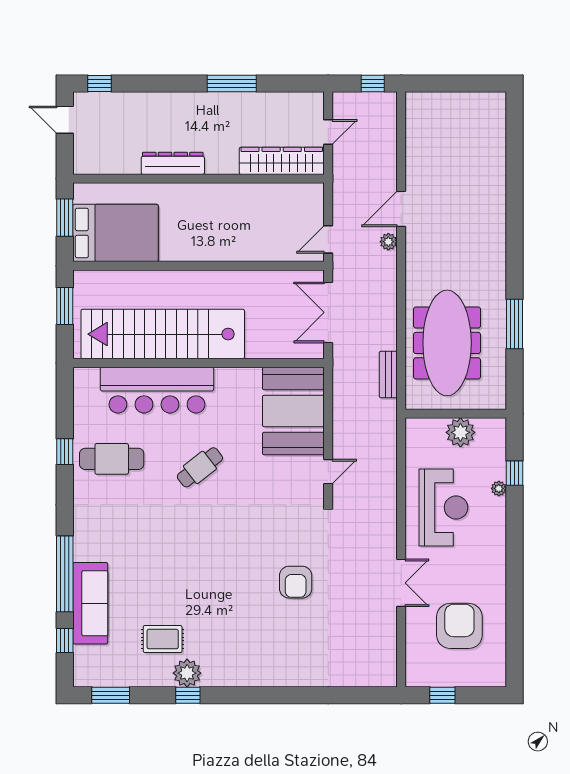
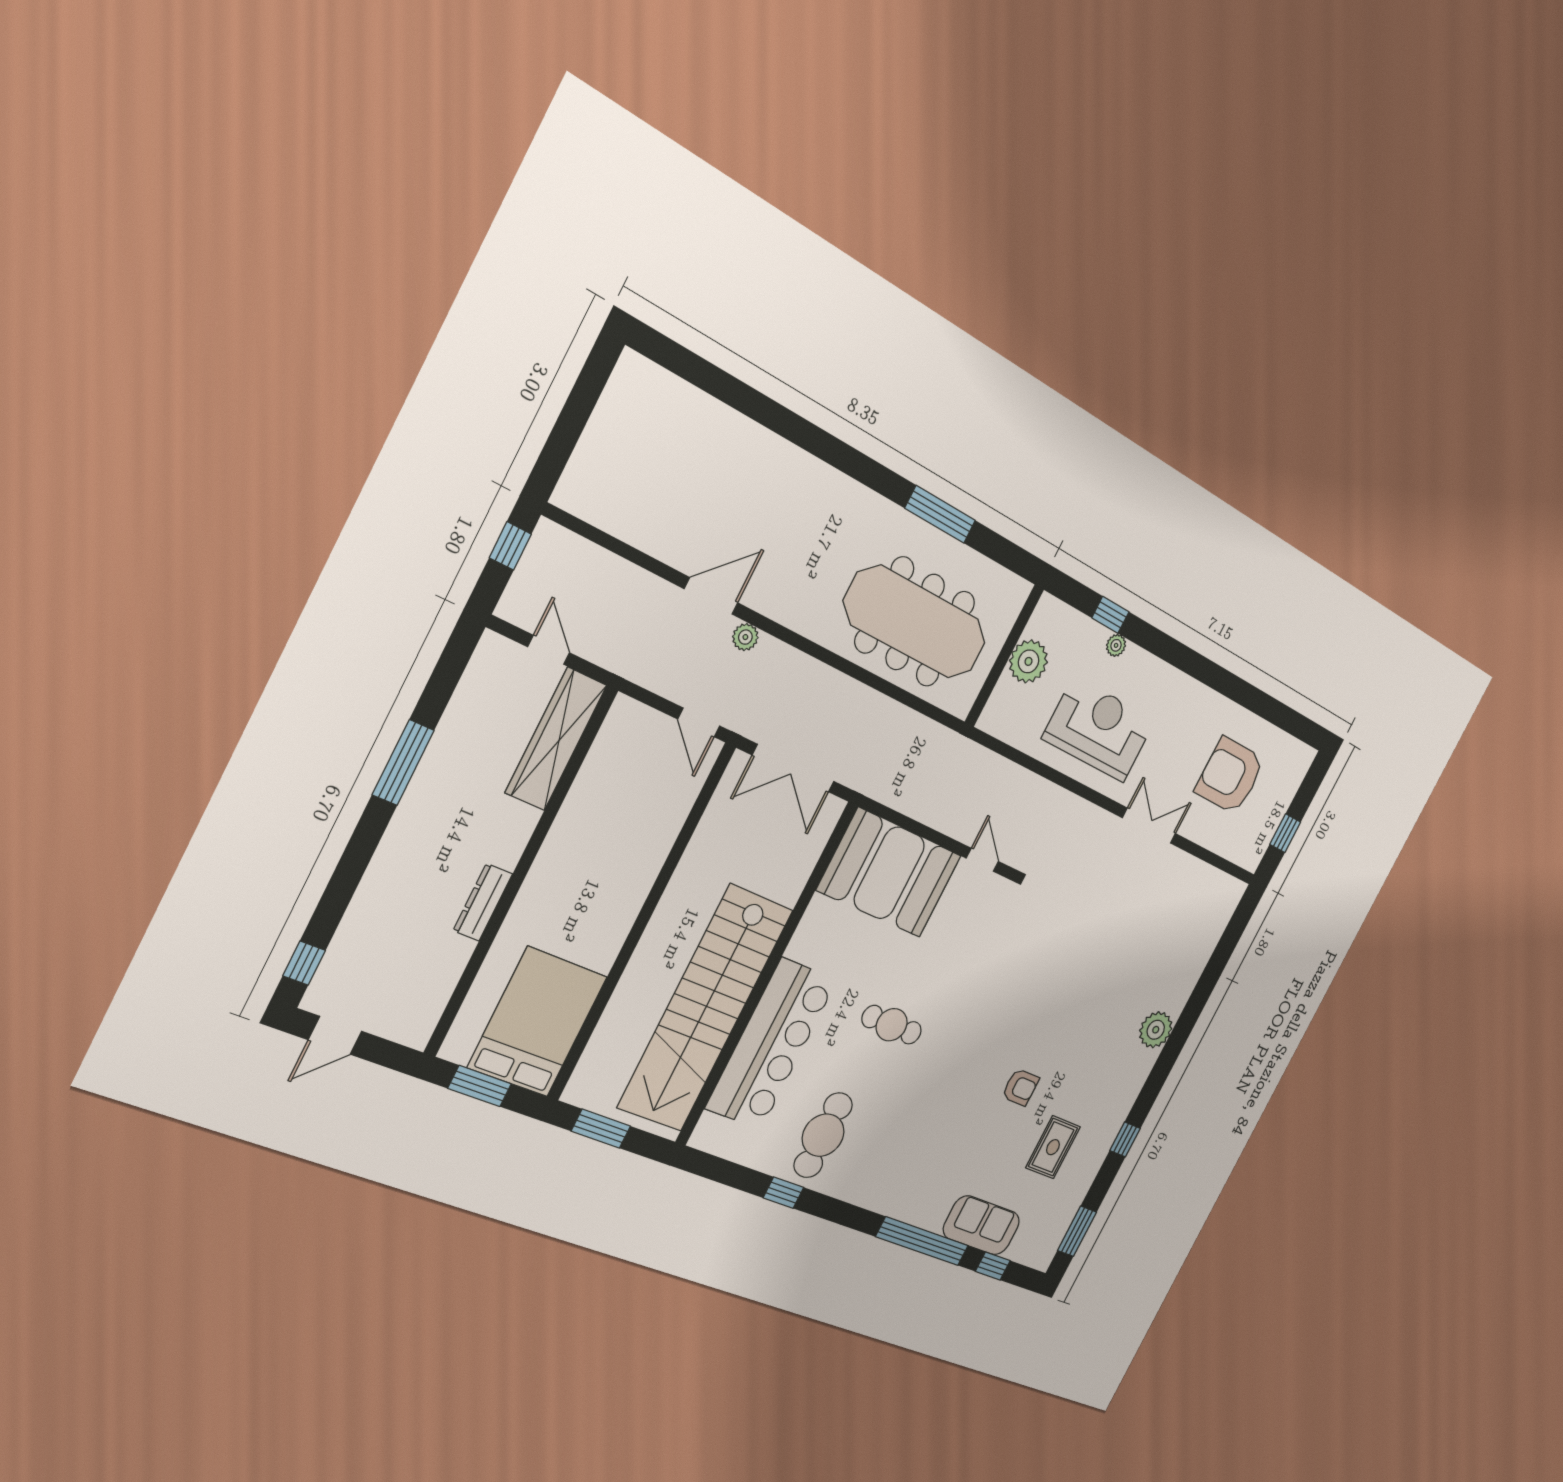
dresser: (173, 163) -> (483, 902), width x0.73, depth x0.80
door: (401, 209) -> (711, 596), swing flipped
bench: (388, 374) -> (912, 723), removed
cafe table: (200, 467) -> (892, 1025), turned -52
armchair: (296, 582) -> (1020, 1087), moved, width x0.72, depth x0.72
sofa: (90, 603) -> (981, 1225), width x0.73
plant: (187, 673) -> (1156, 1030), moved

